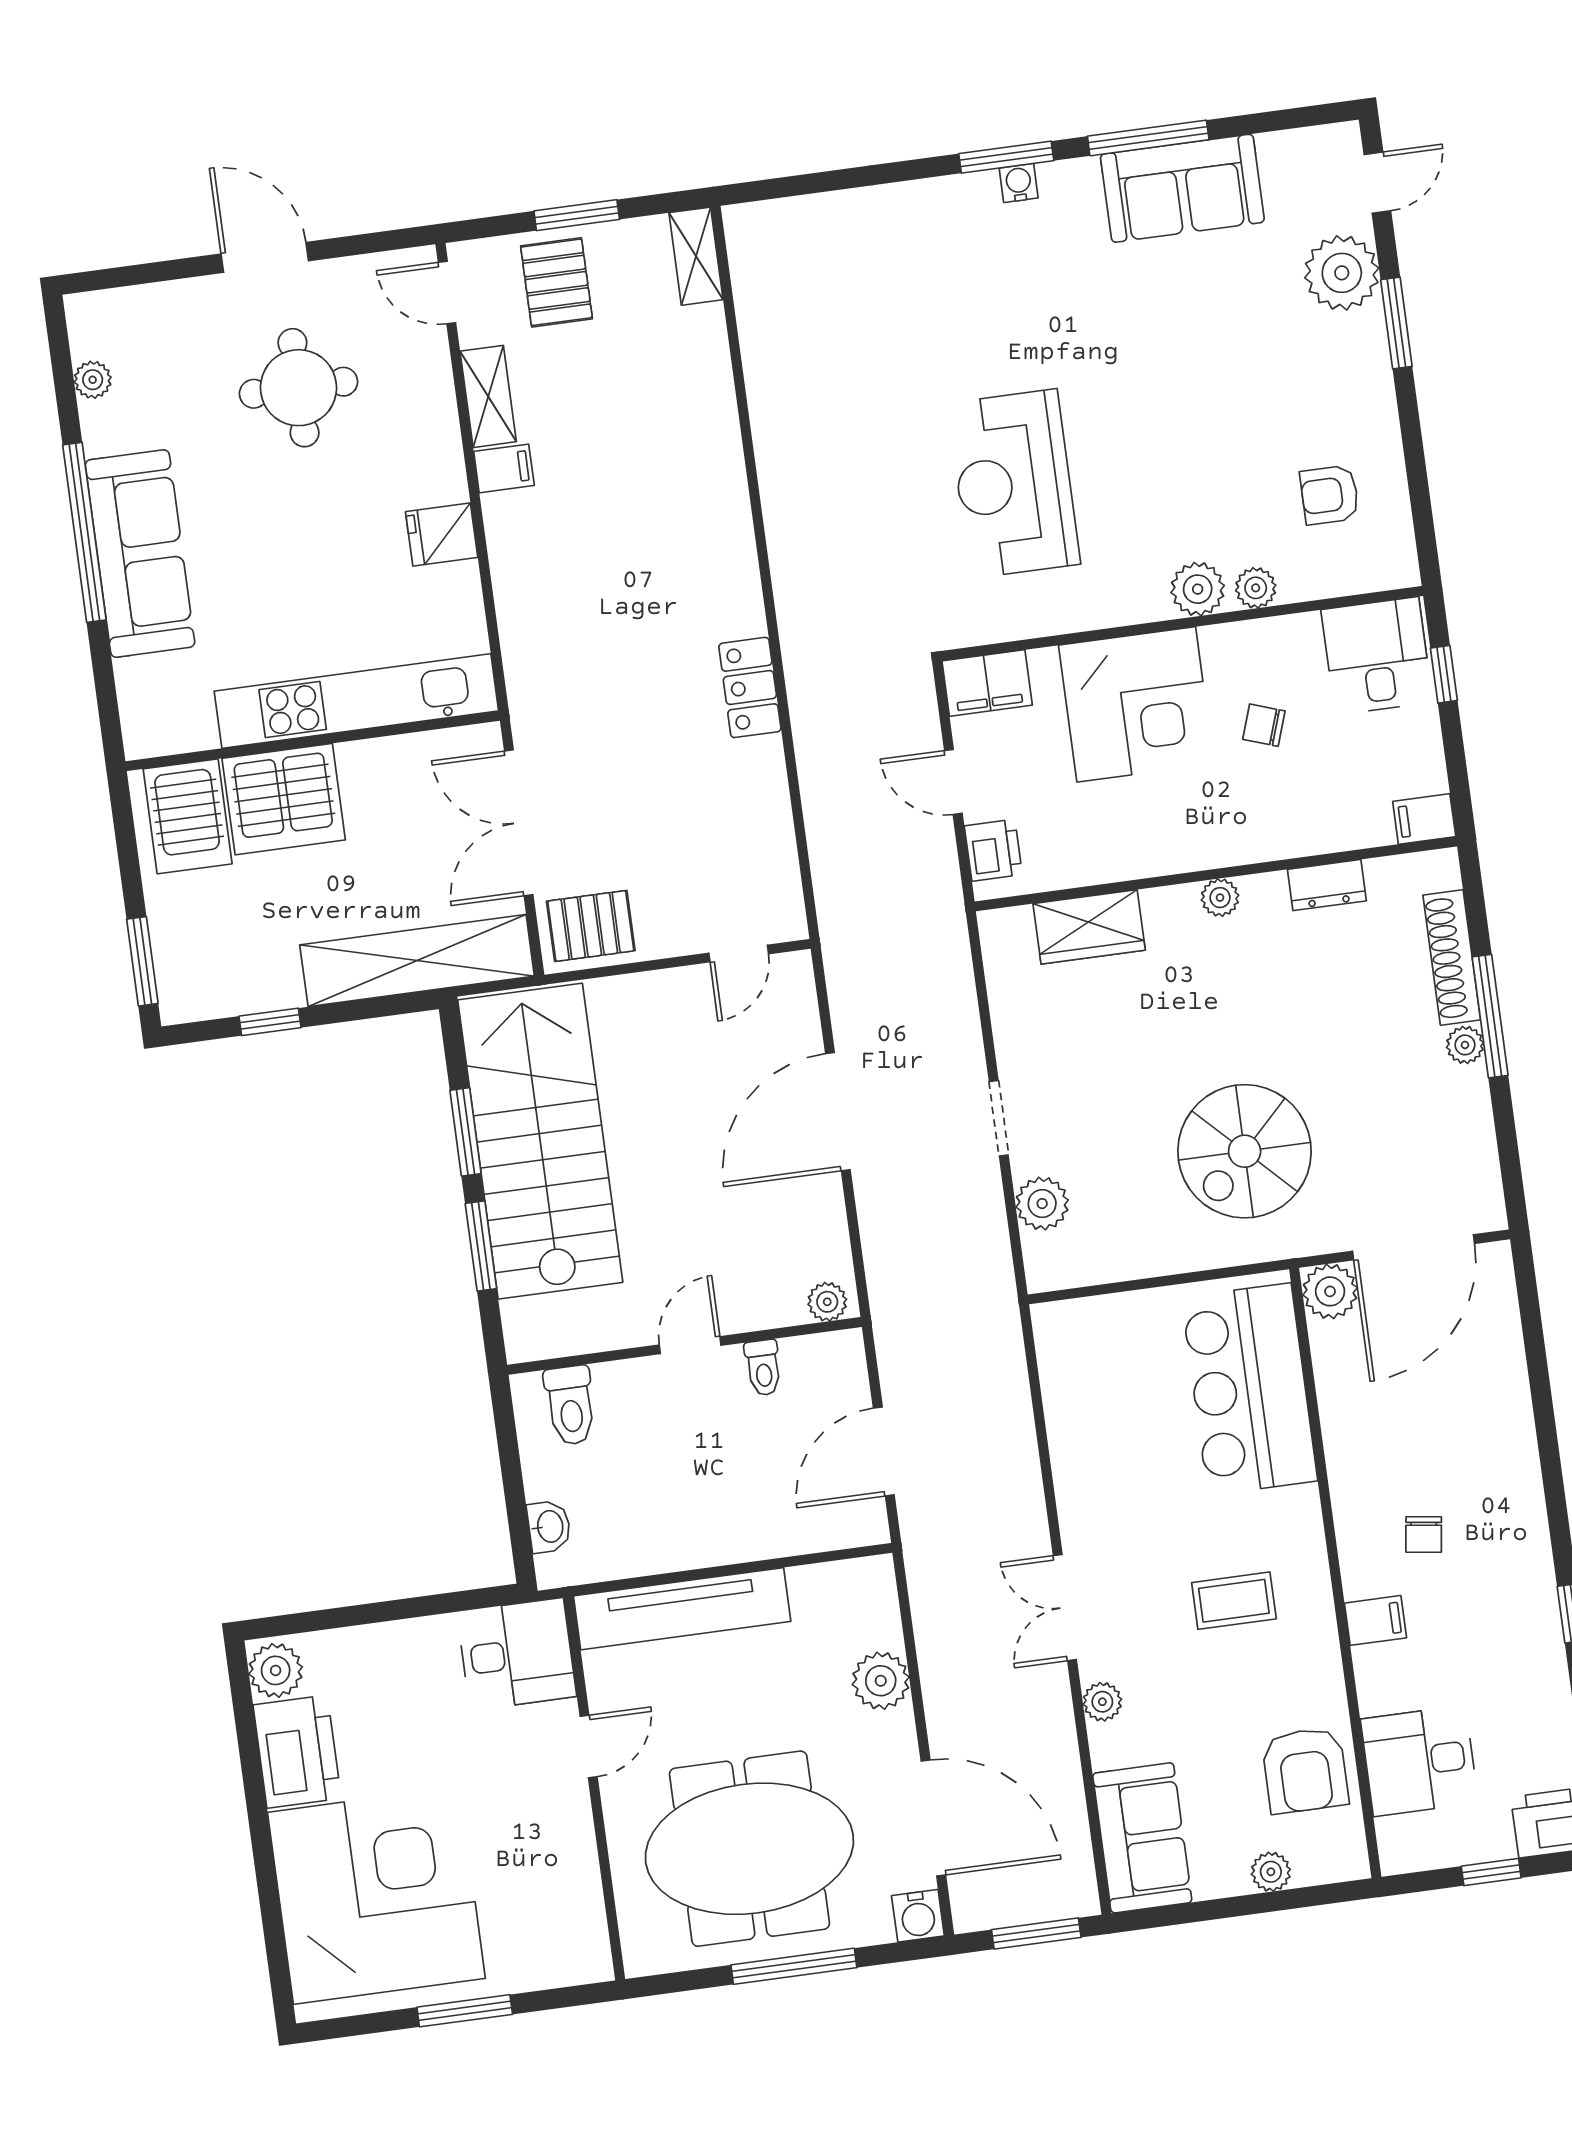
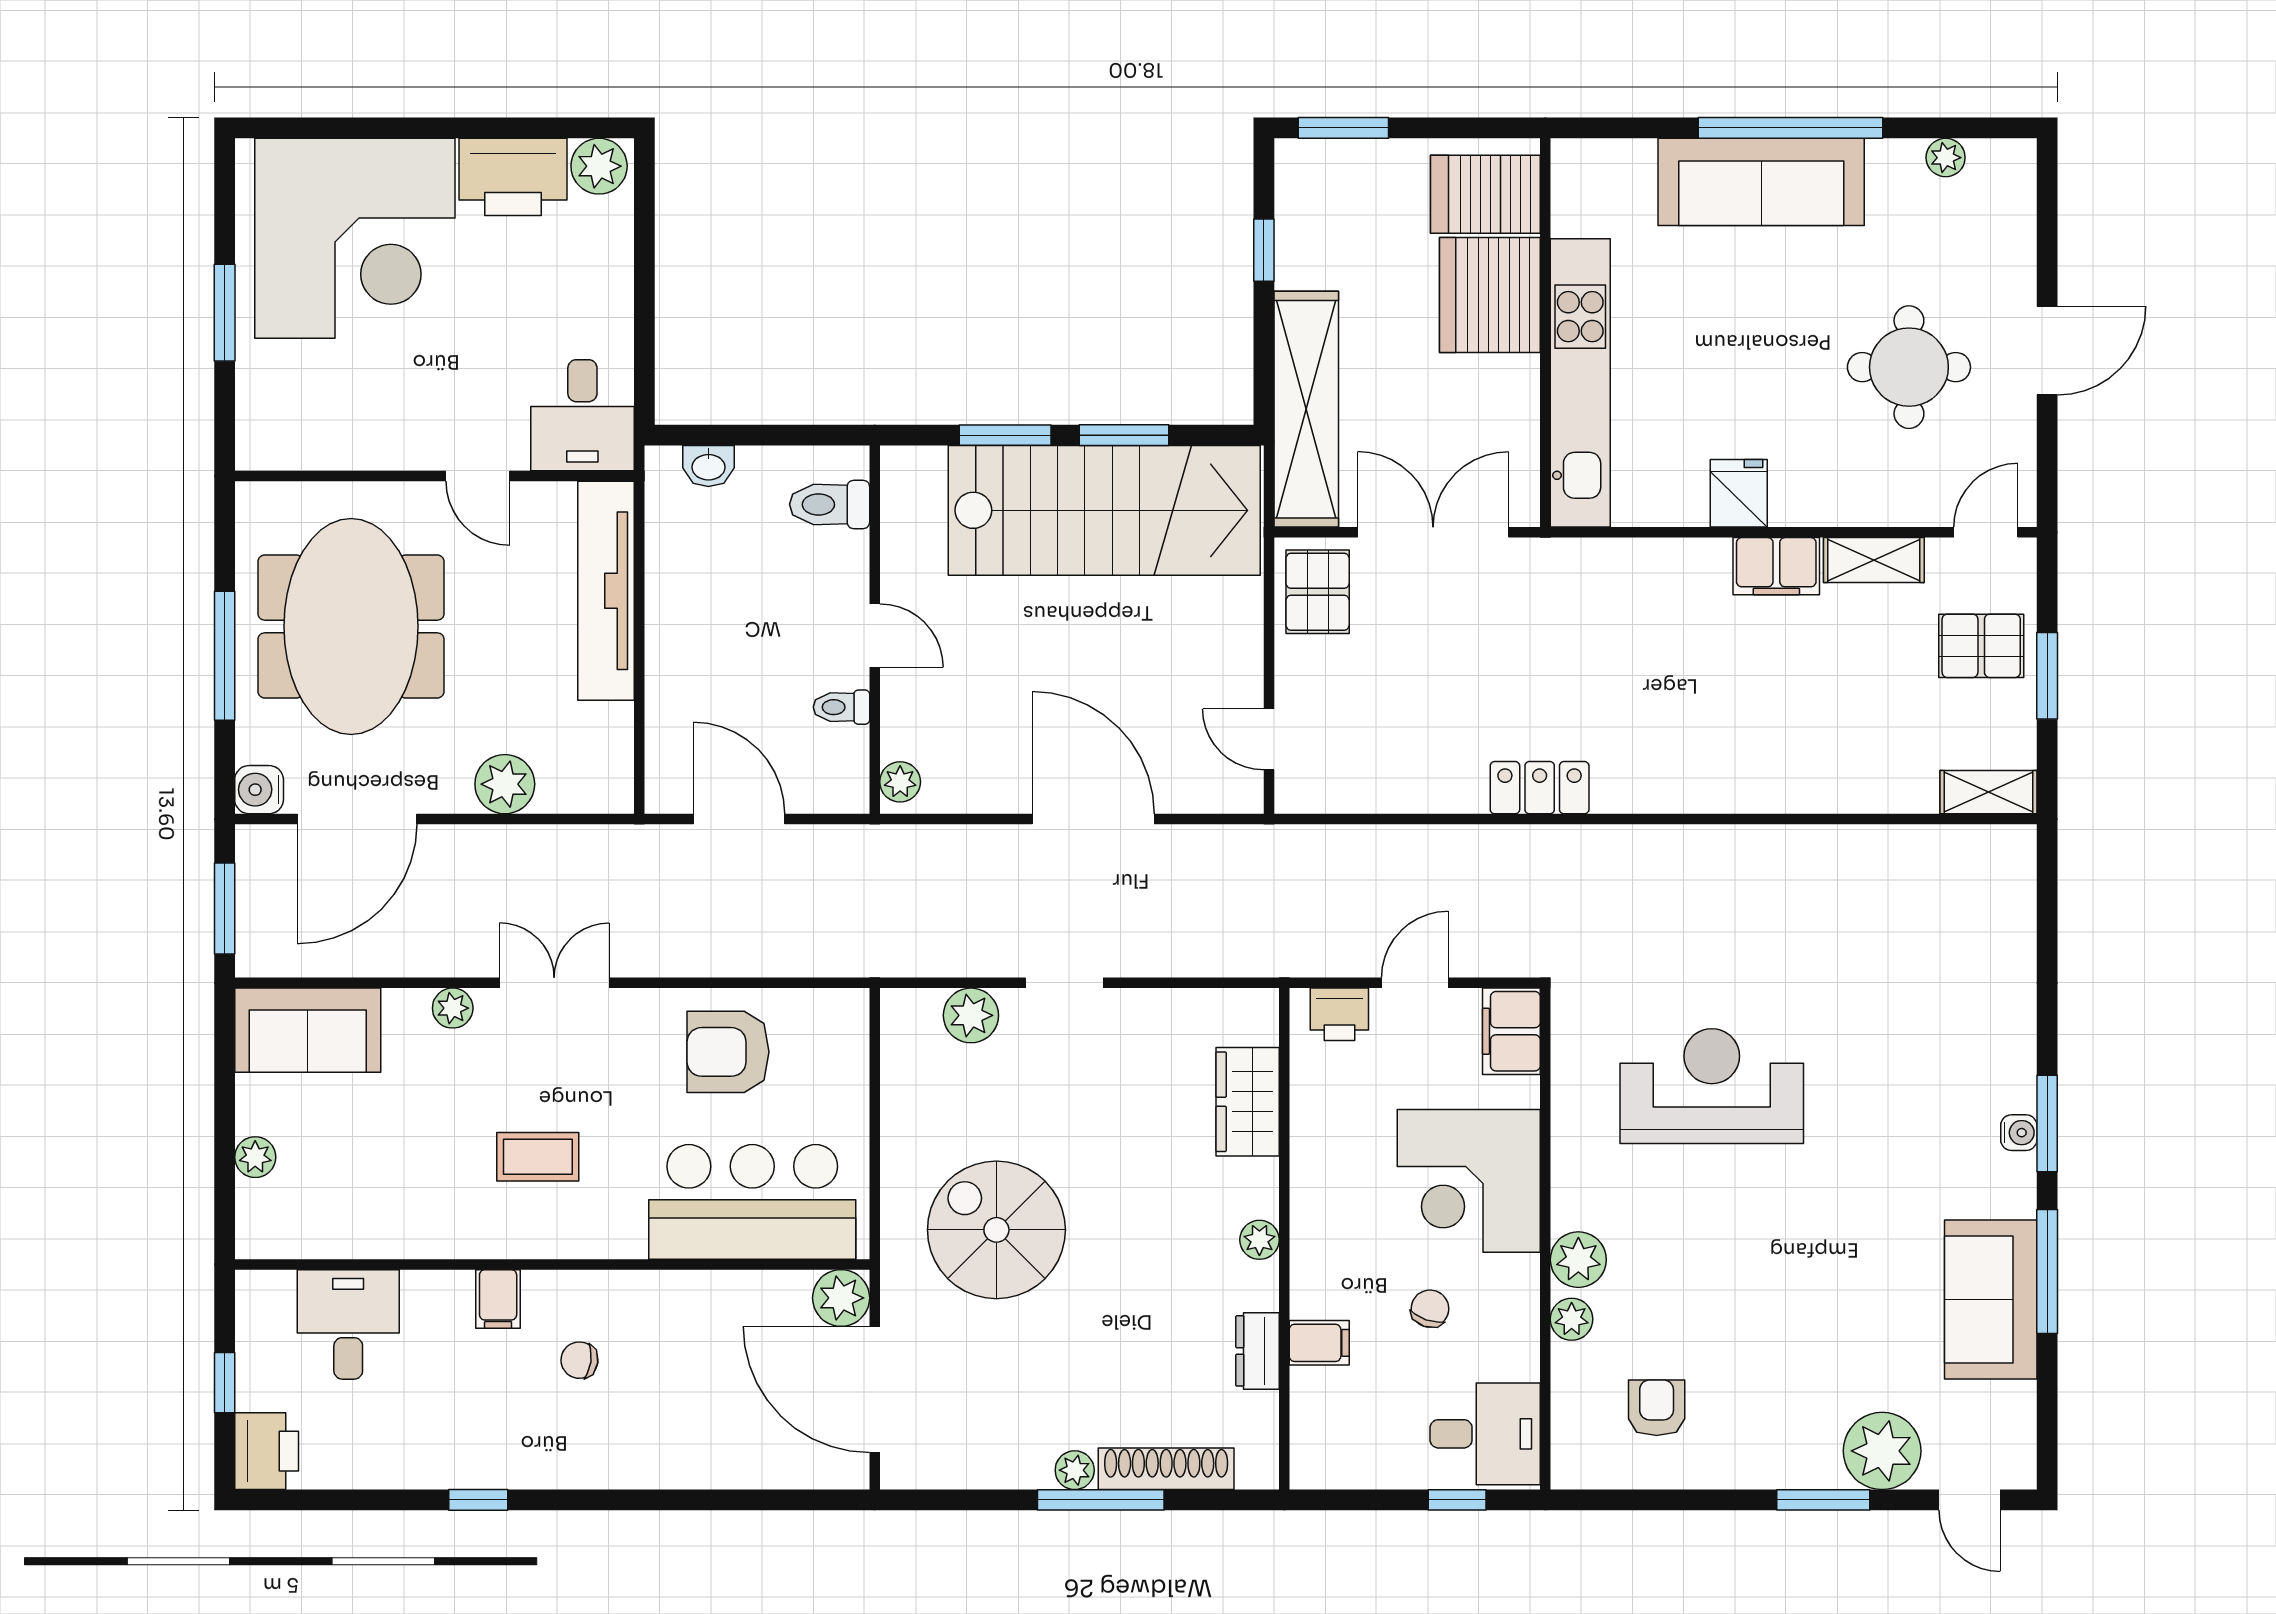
filing cabinet: (504, 468) -> (1776, 566), width x2.00
filing cabinet: (1424, 819) -> (1319, 1343), moved, turned 90
coffee table: (1234, 1601) -> (538, 1157), turned 90
armchair: (1305, 1770) -> (728, 1052), moved

